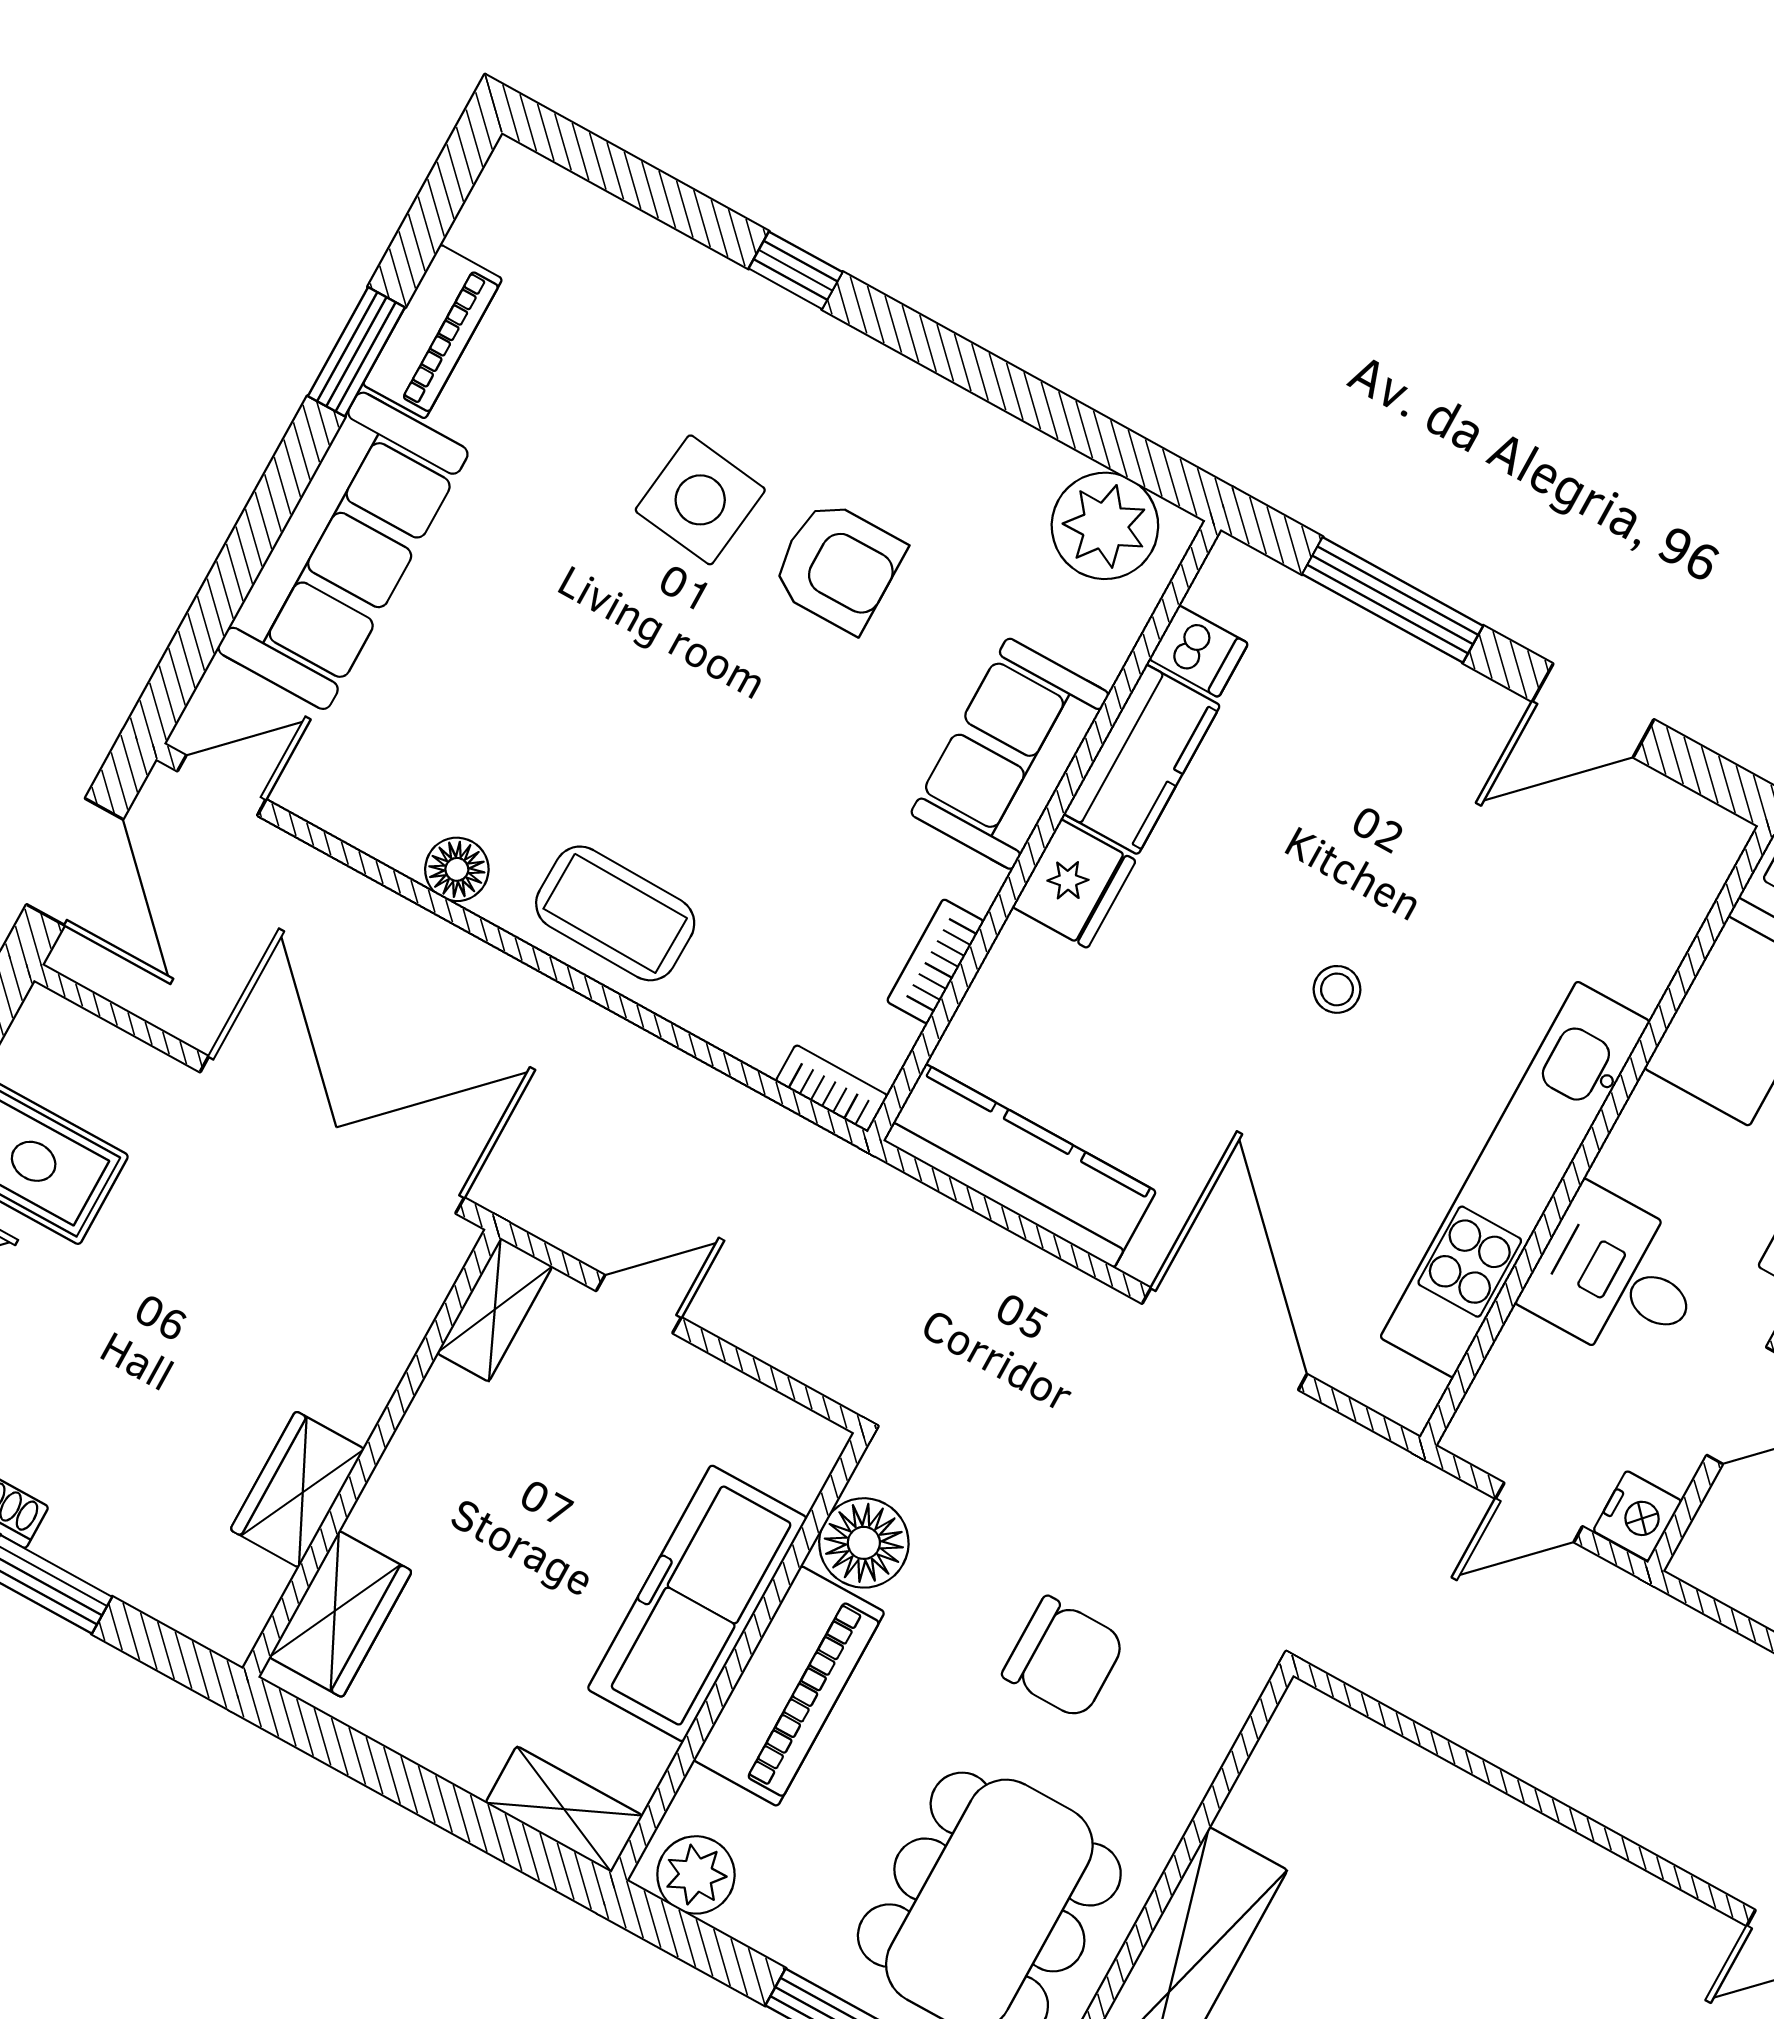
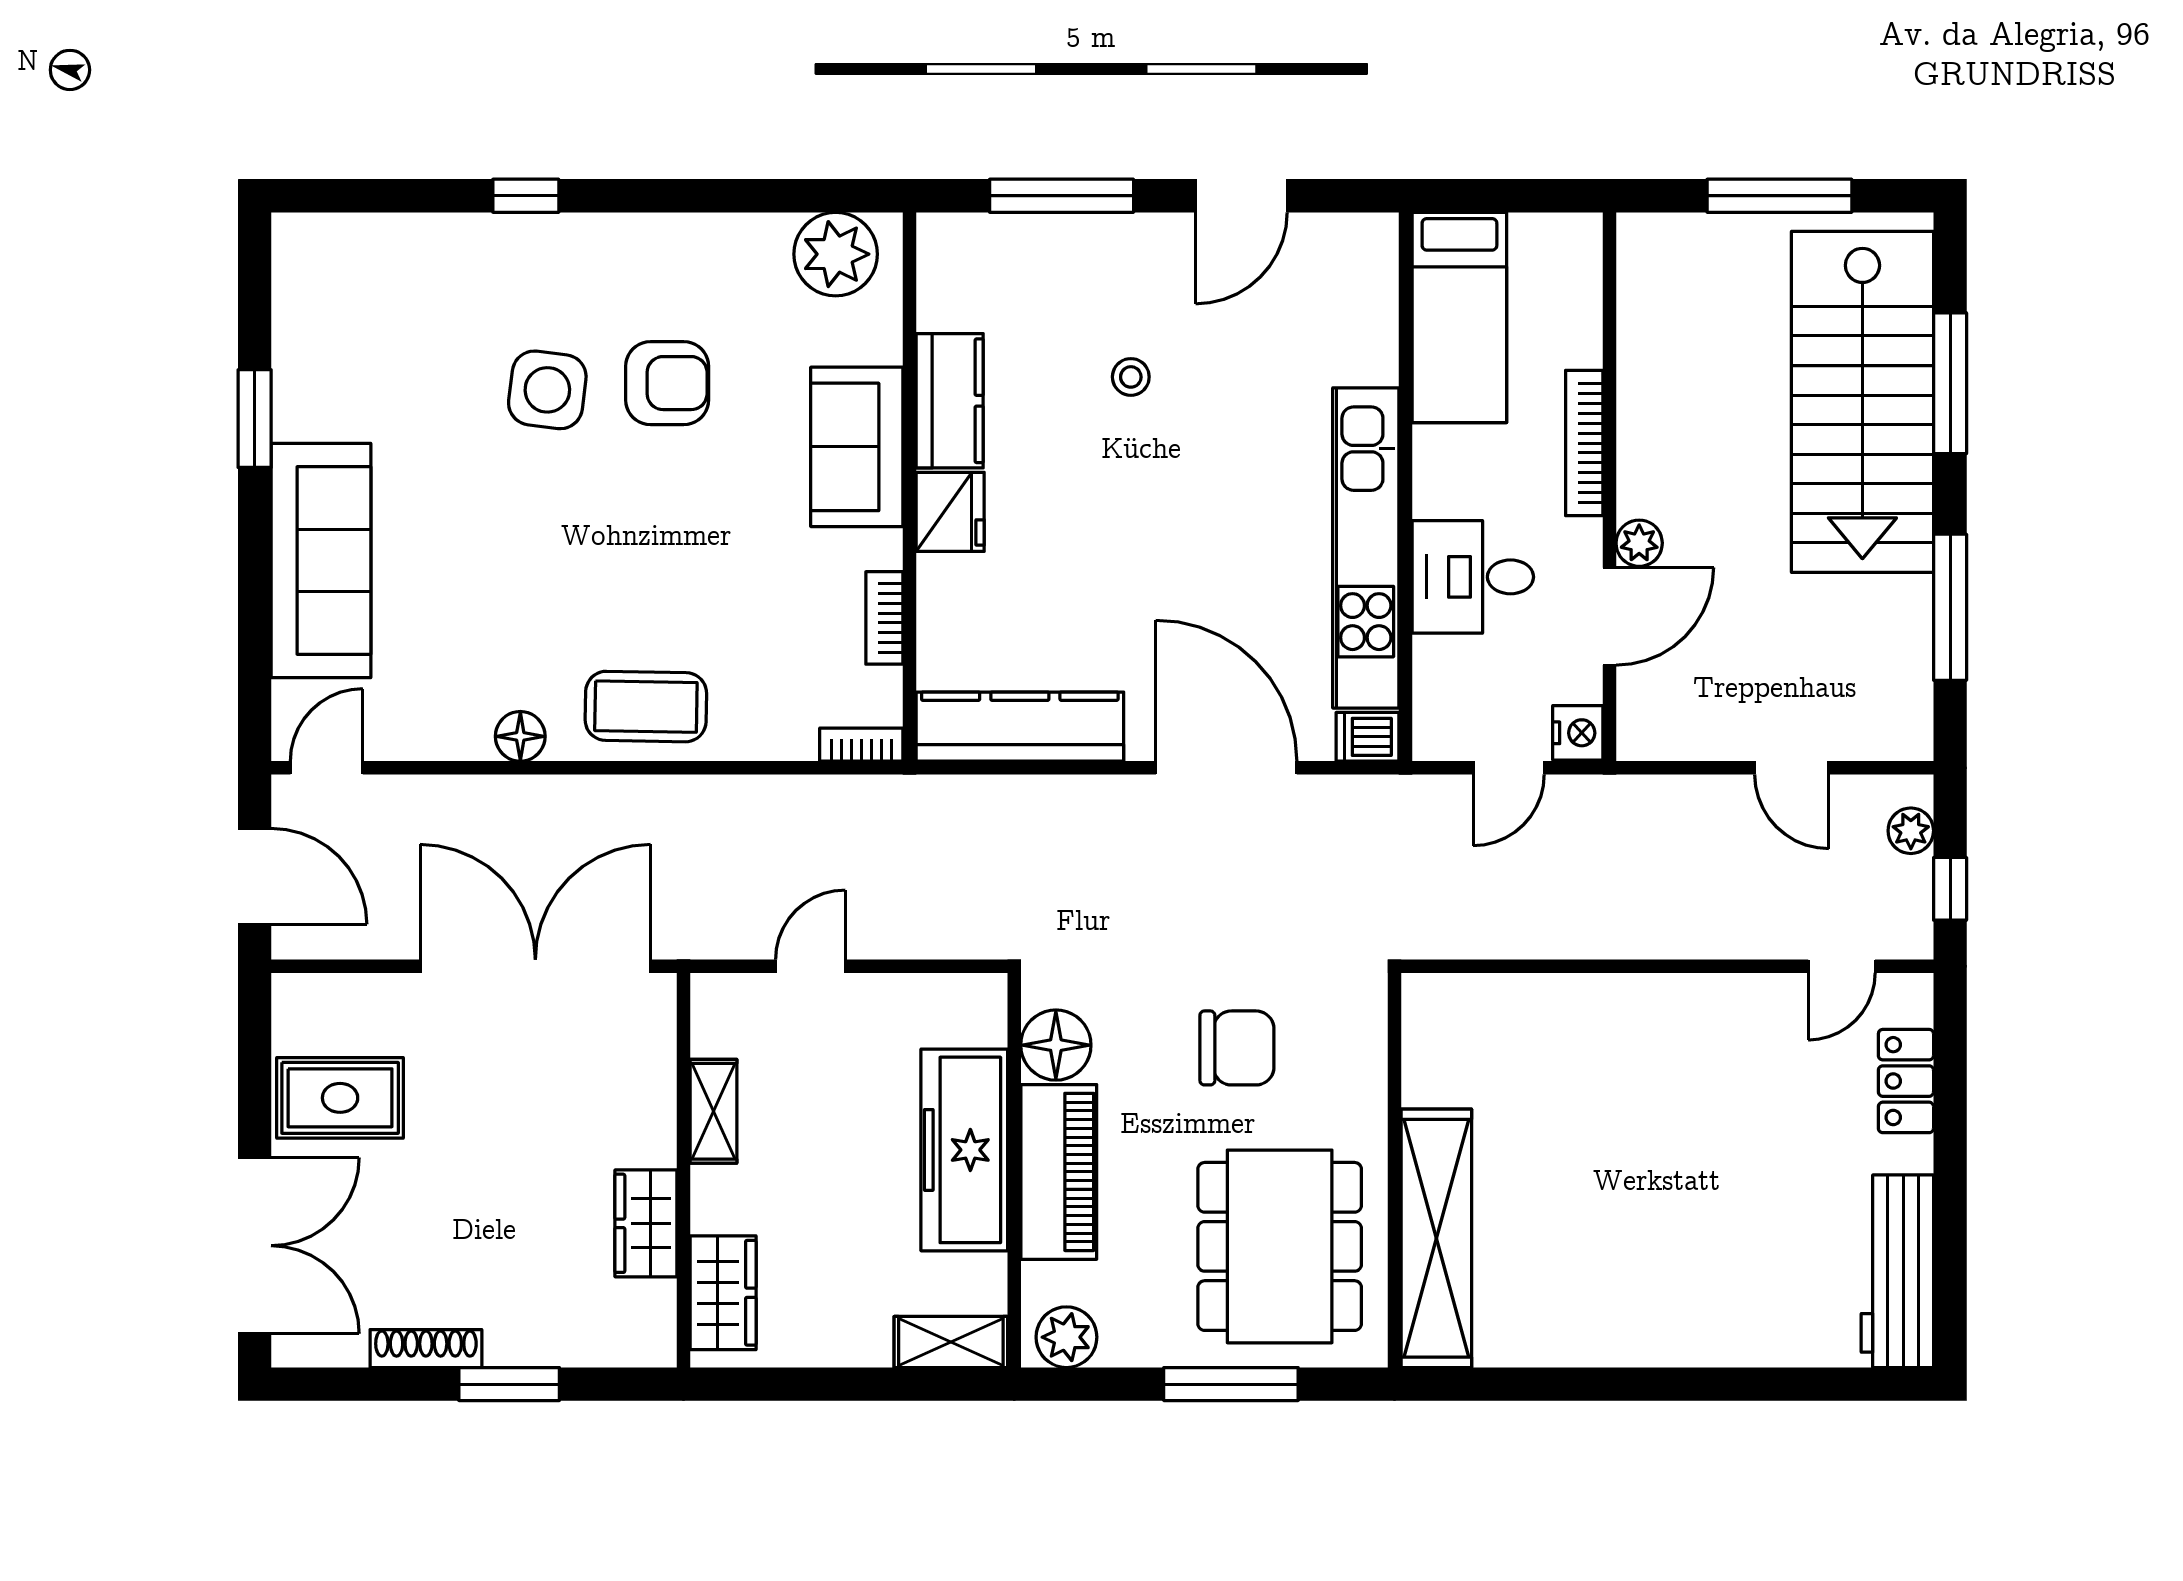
piano: (433, 332) -> (299, 376), removed
dishwasher: (1199, 651) -> (1367, 737), moved, turned 180
stool: (1337, 989) -> (1131, 377), moved
shelving: (495, 1310) -> (713, 1111), moved

